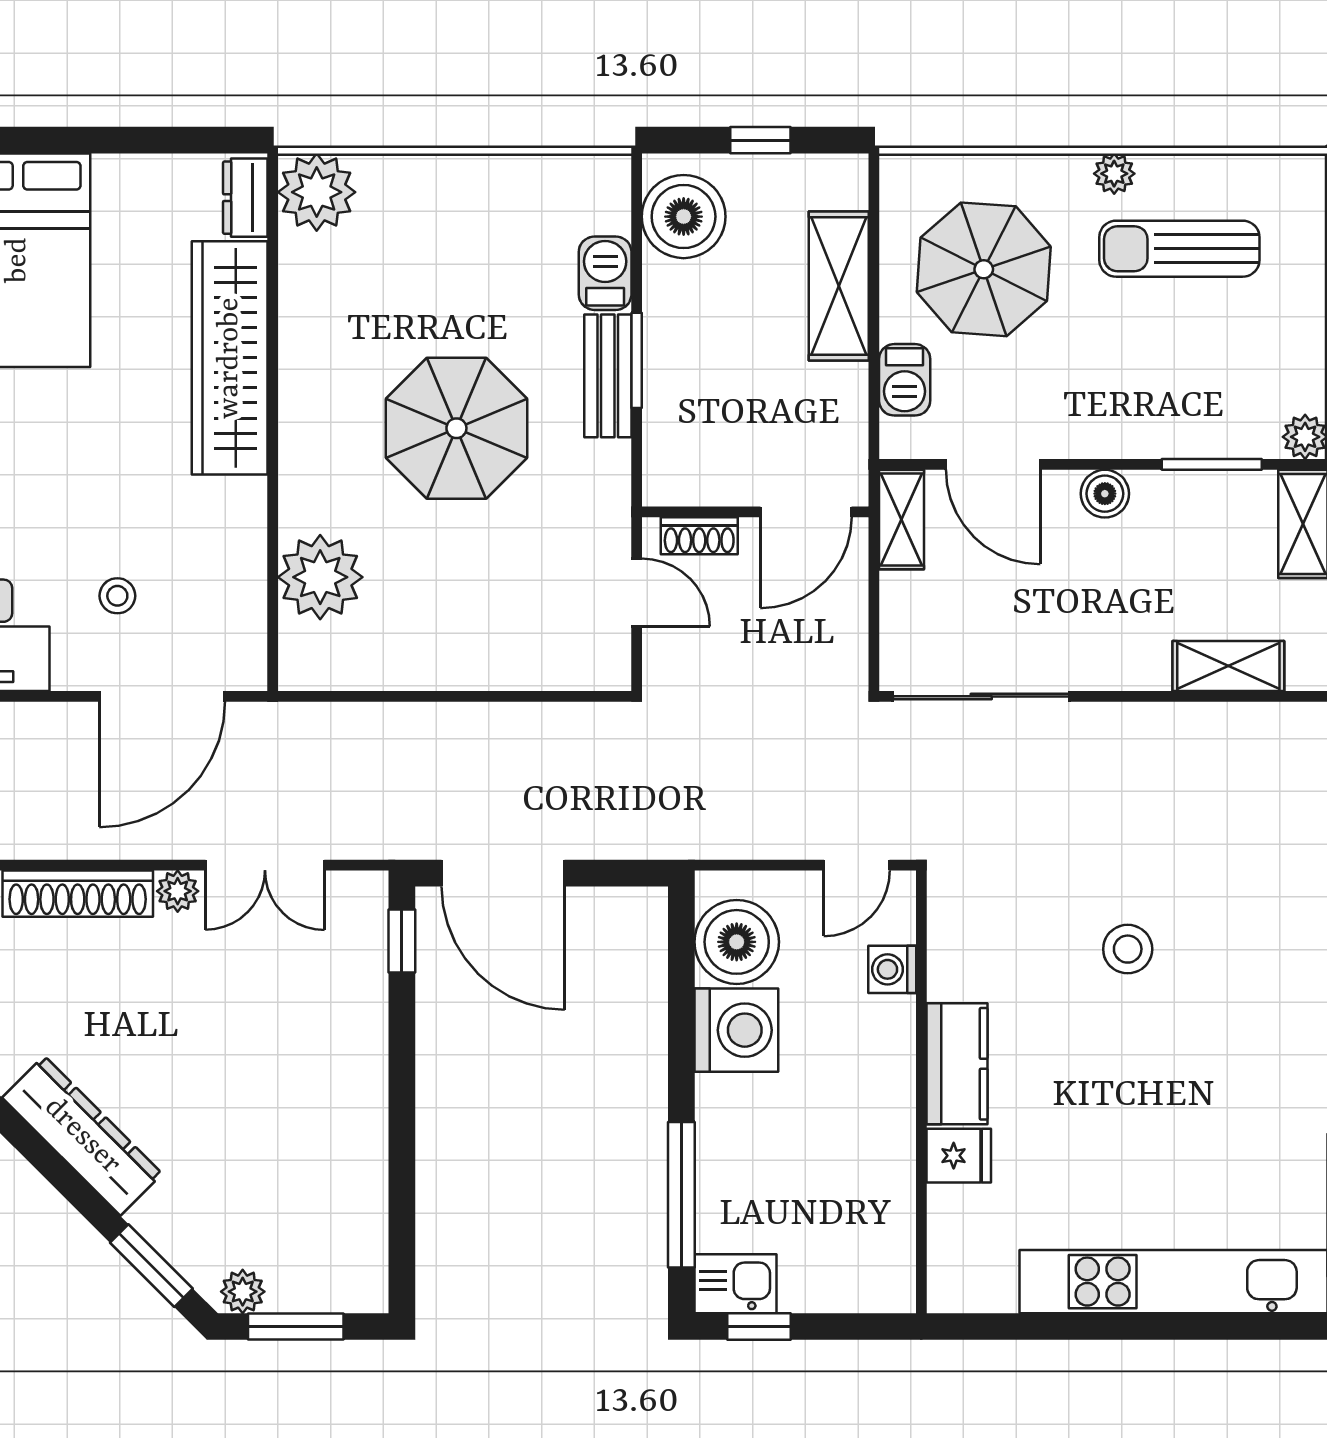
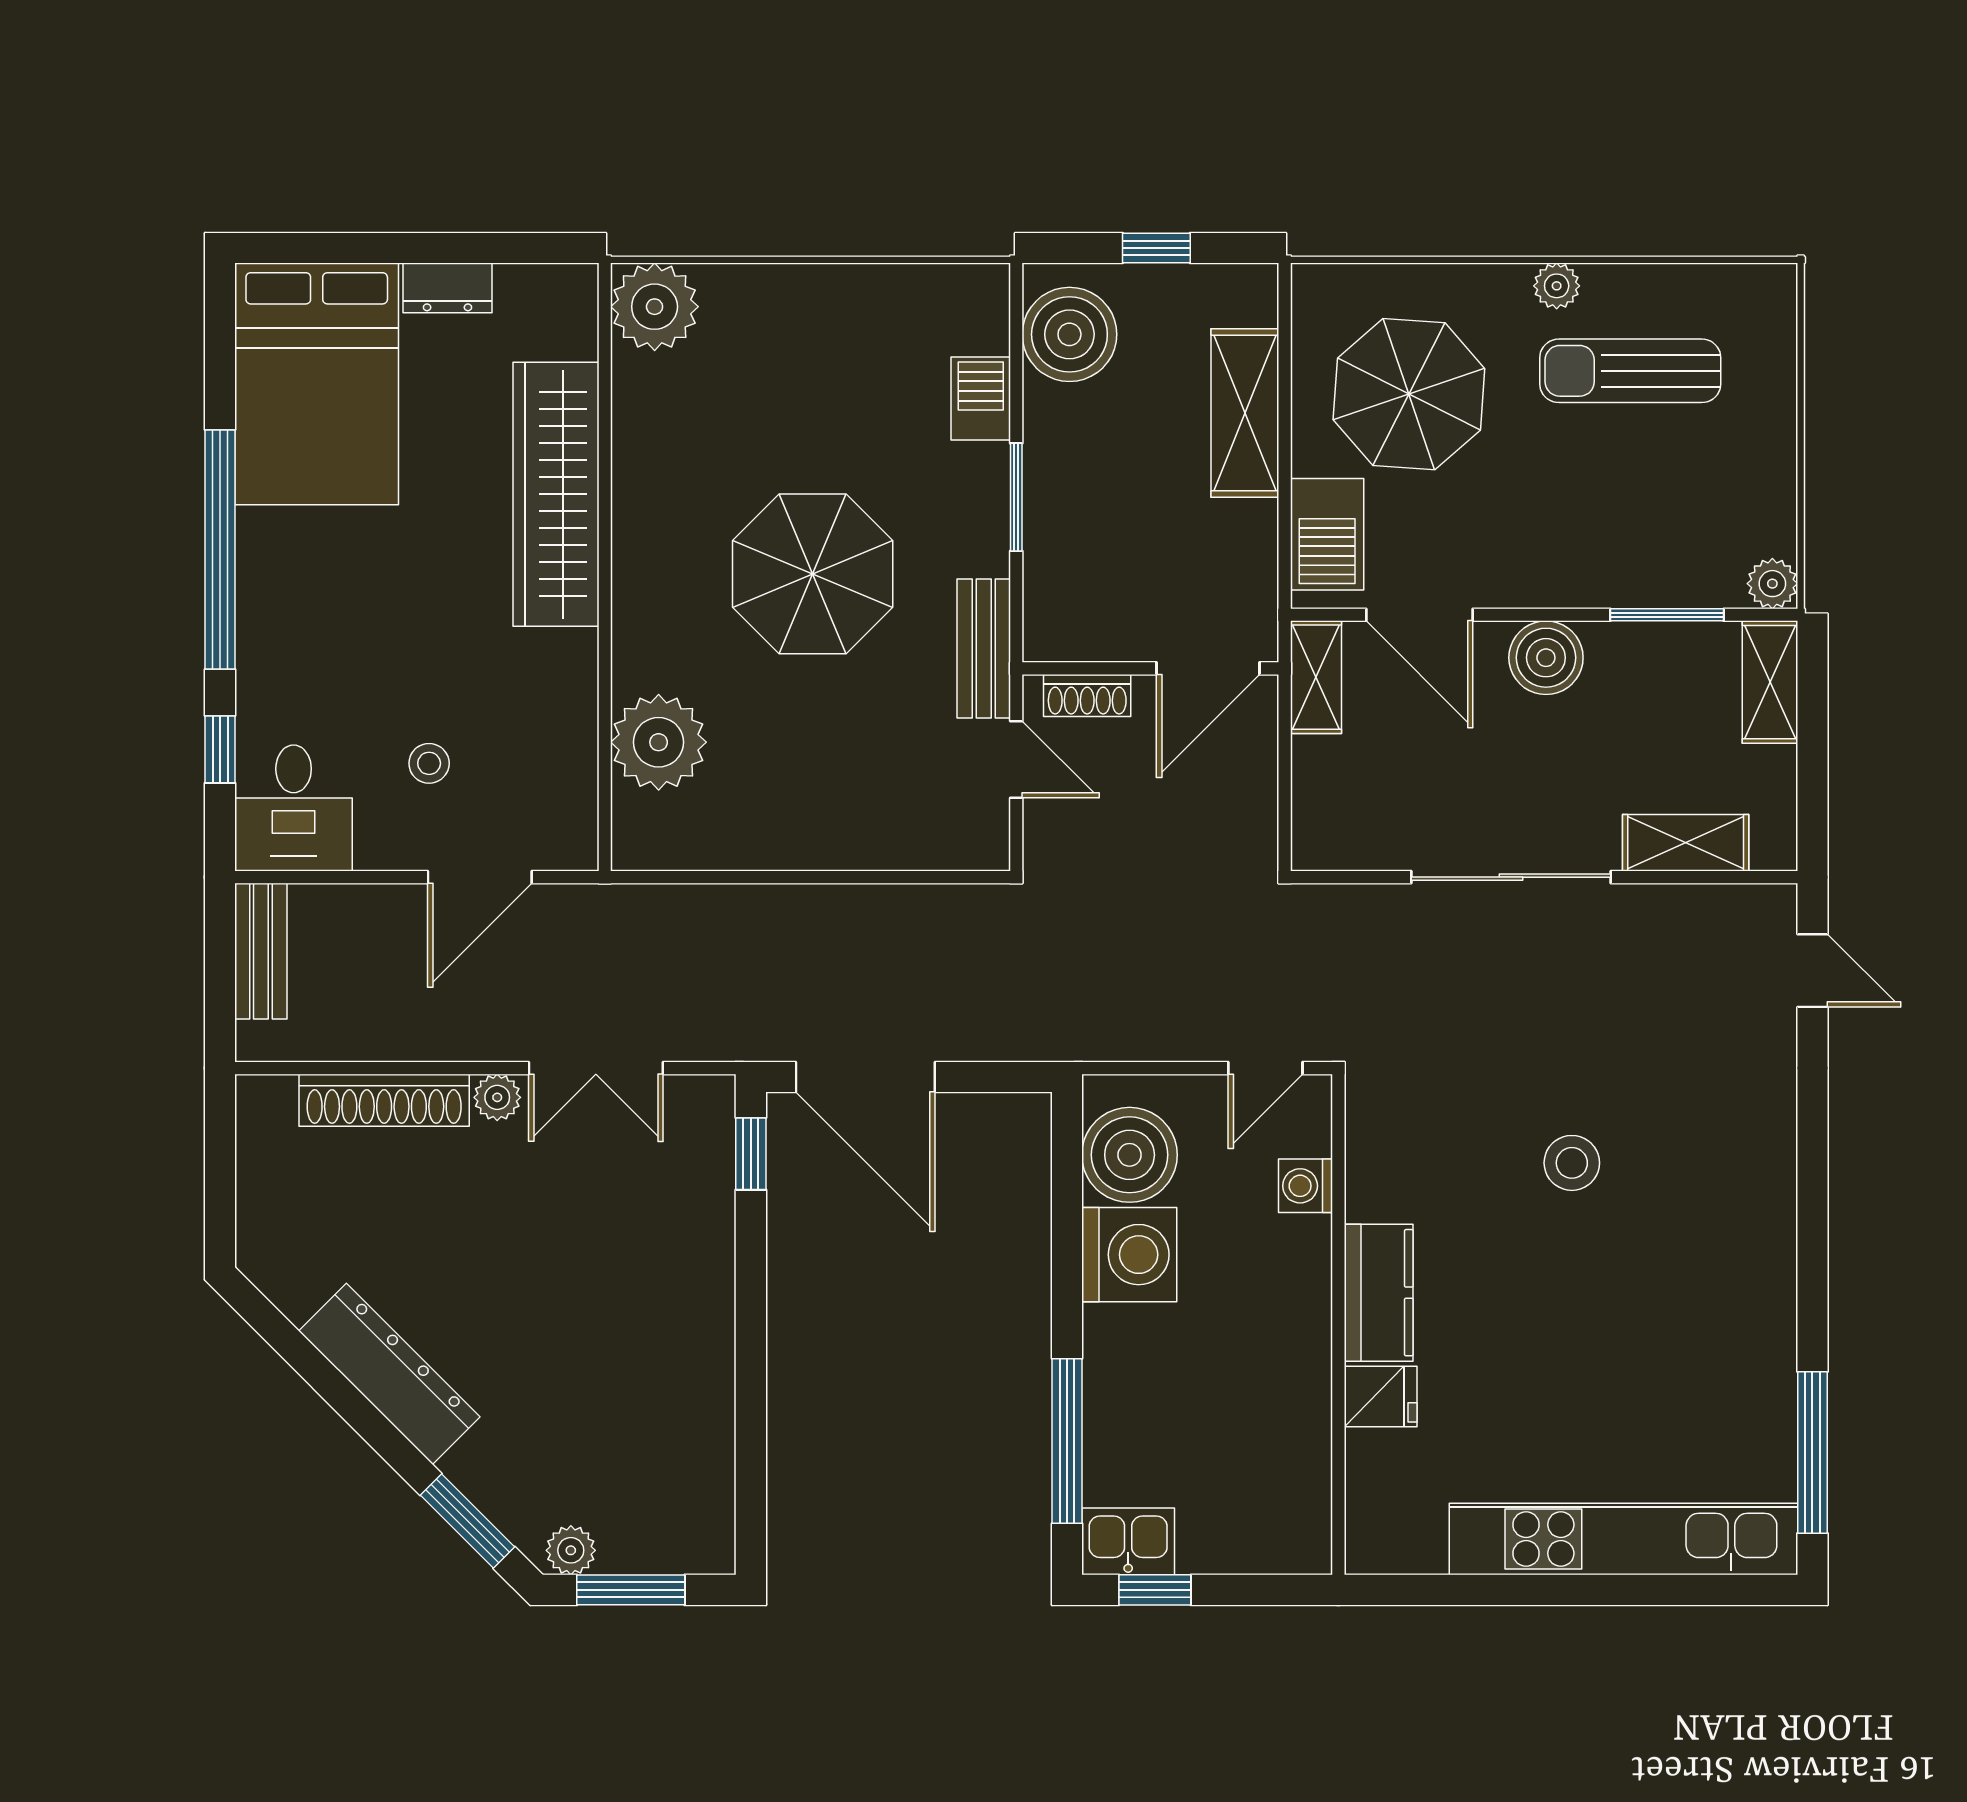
dresser: (245, 198) -> (447, 288), moved, turned -90
bench: (608, 376) -> (984, 648), moved
barbecue: (905, 380) -> (1327, 534), width x1.38, depth x1.27
boiler: (1105, 494) -> (1546, 658), width x1.36, depth x1.36
door: (162, 696) -> (480, 877), width x0.73
sliding door: (981, 696) -> (1511, 877), moved

